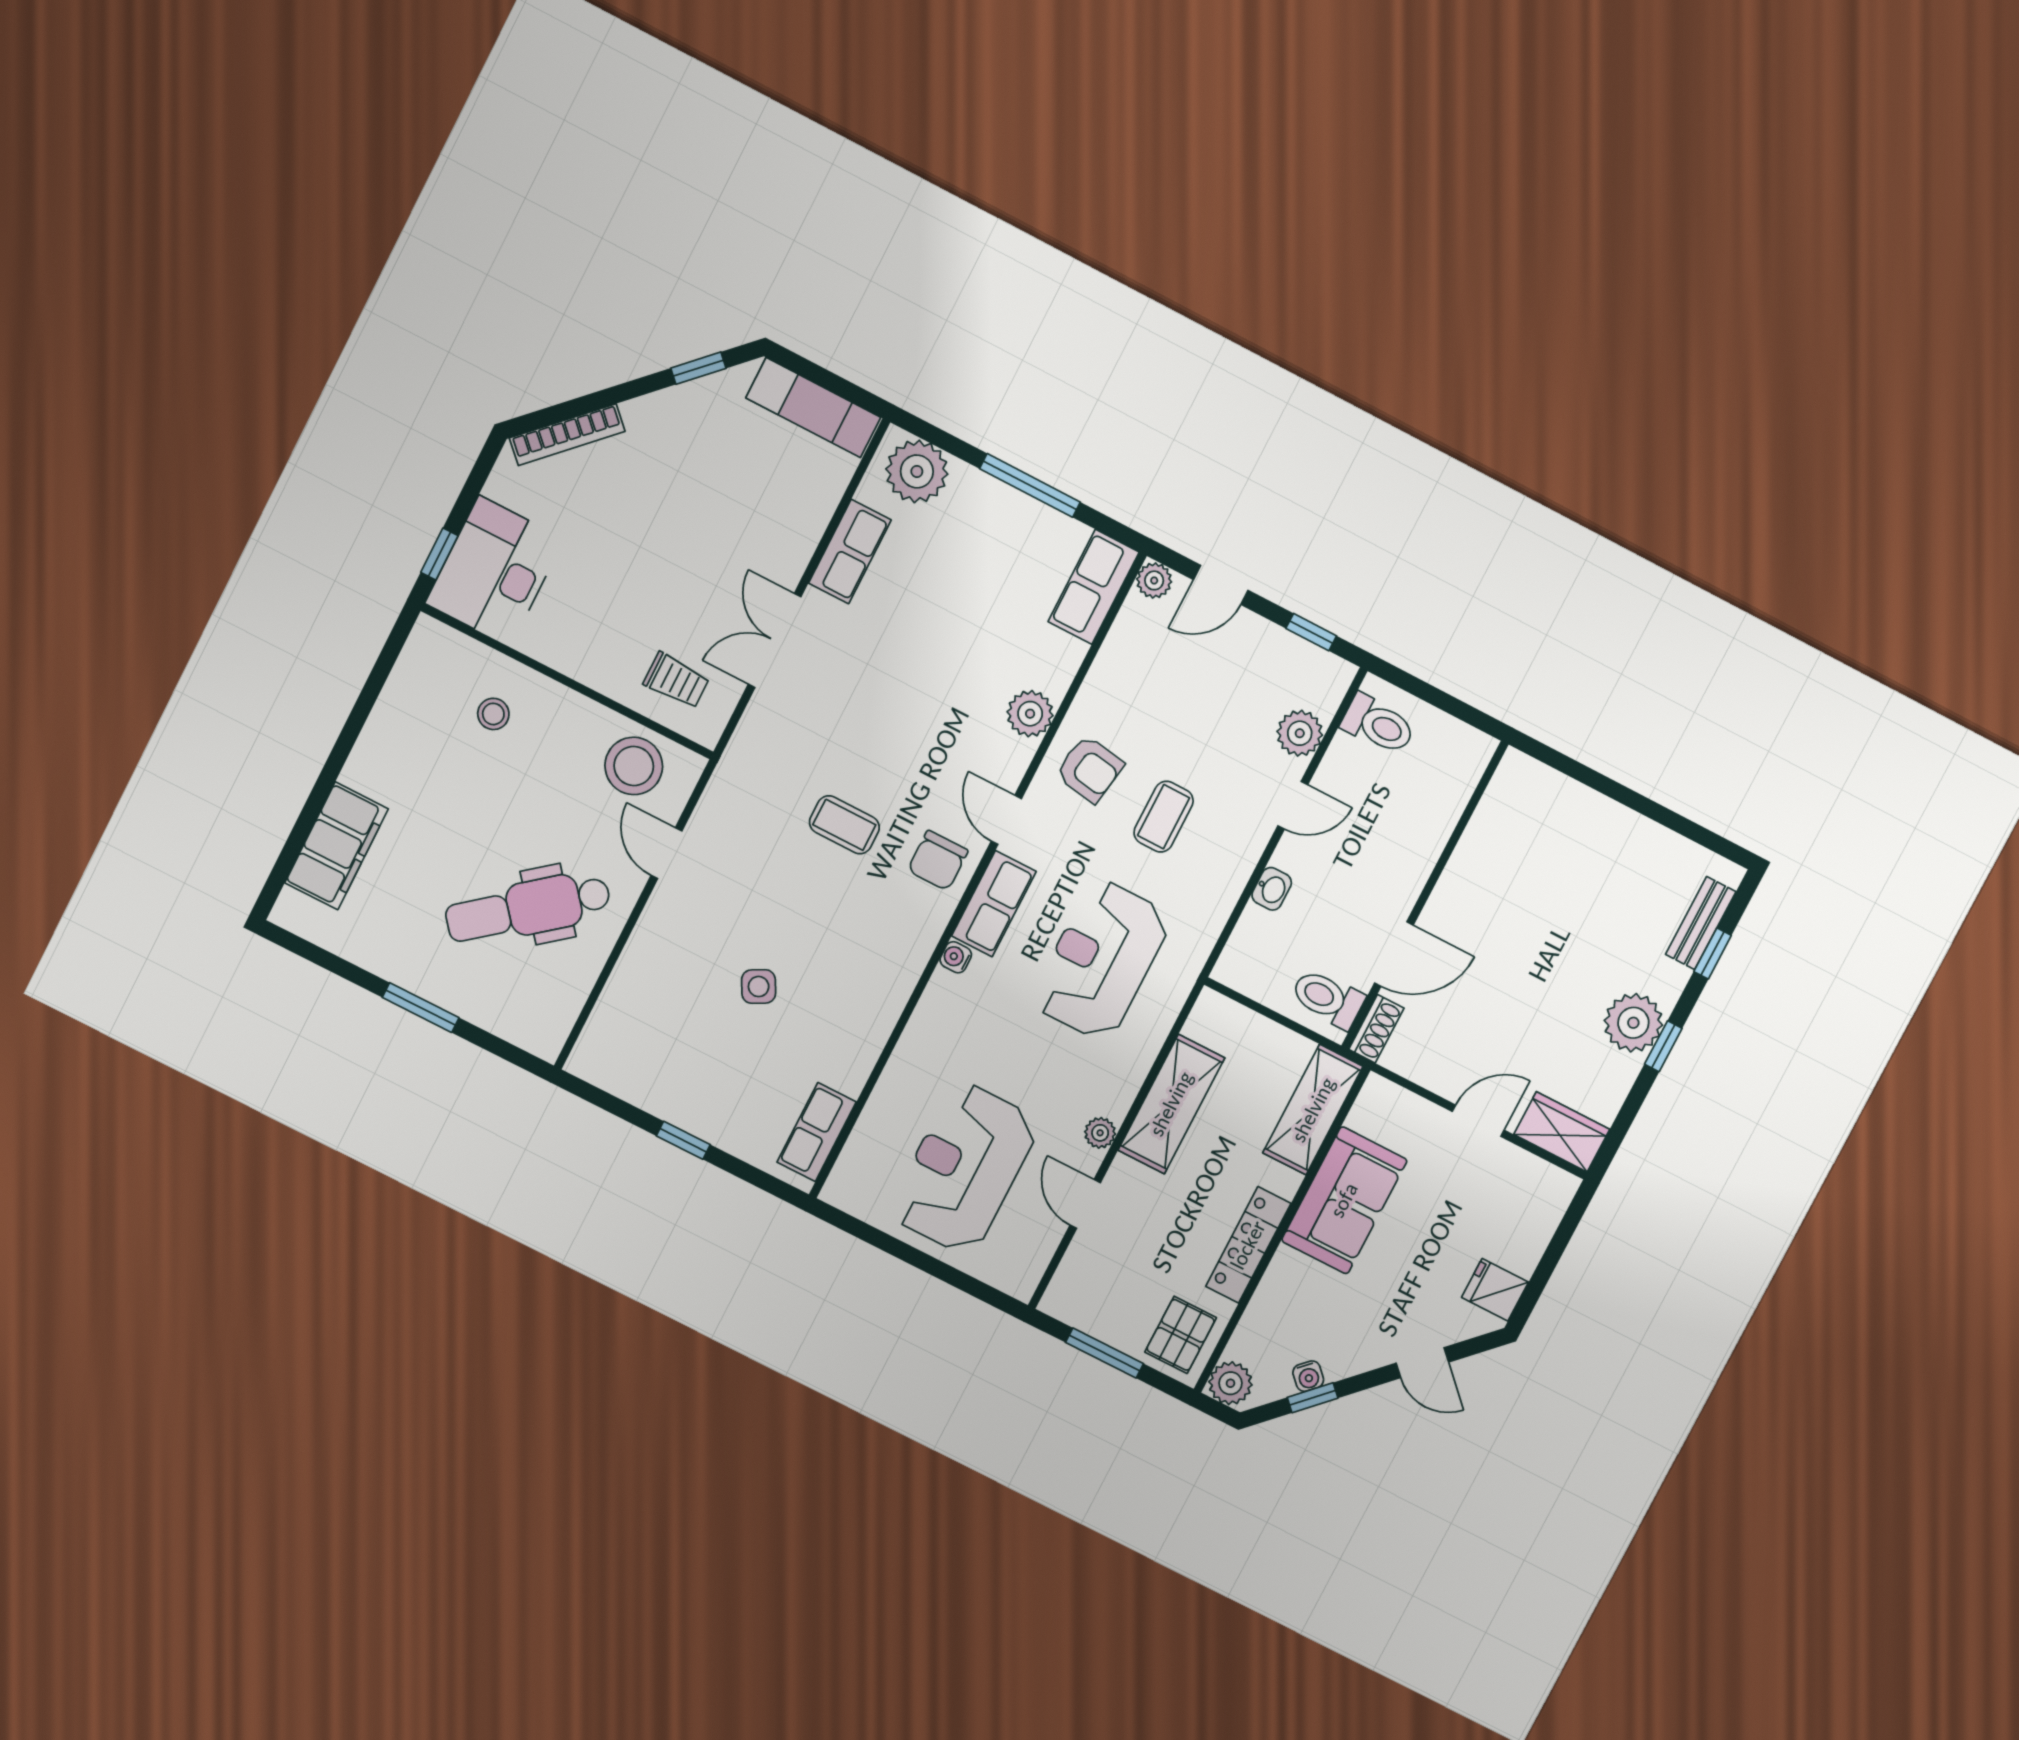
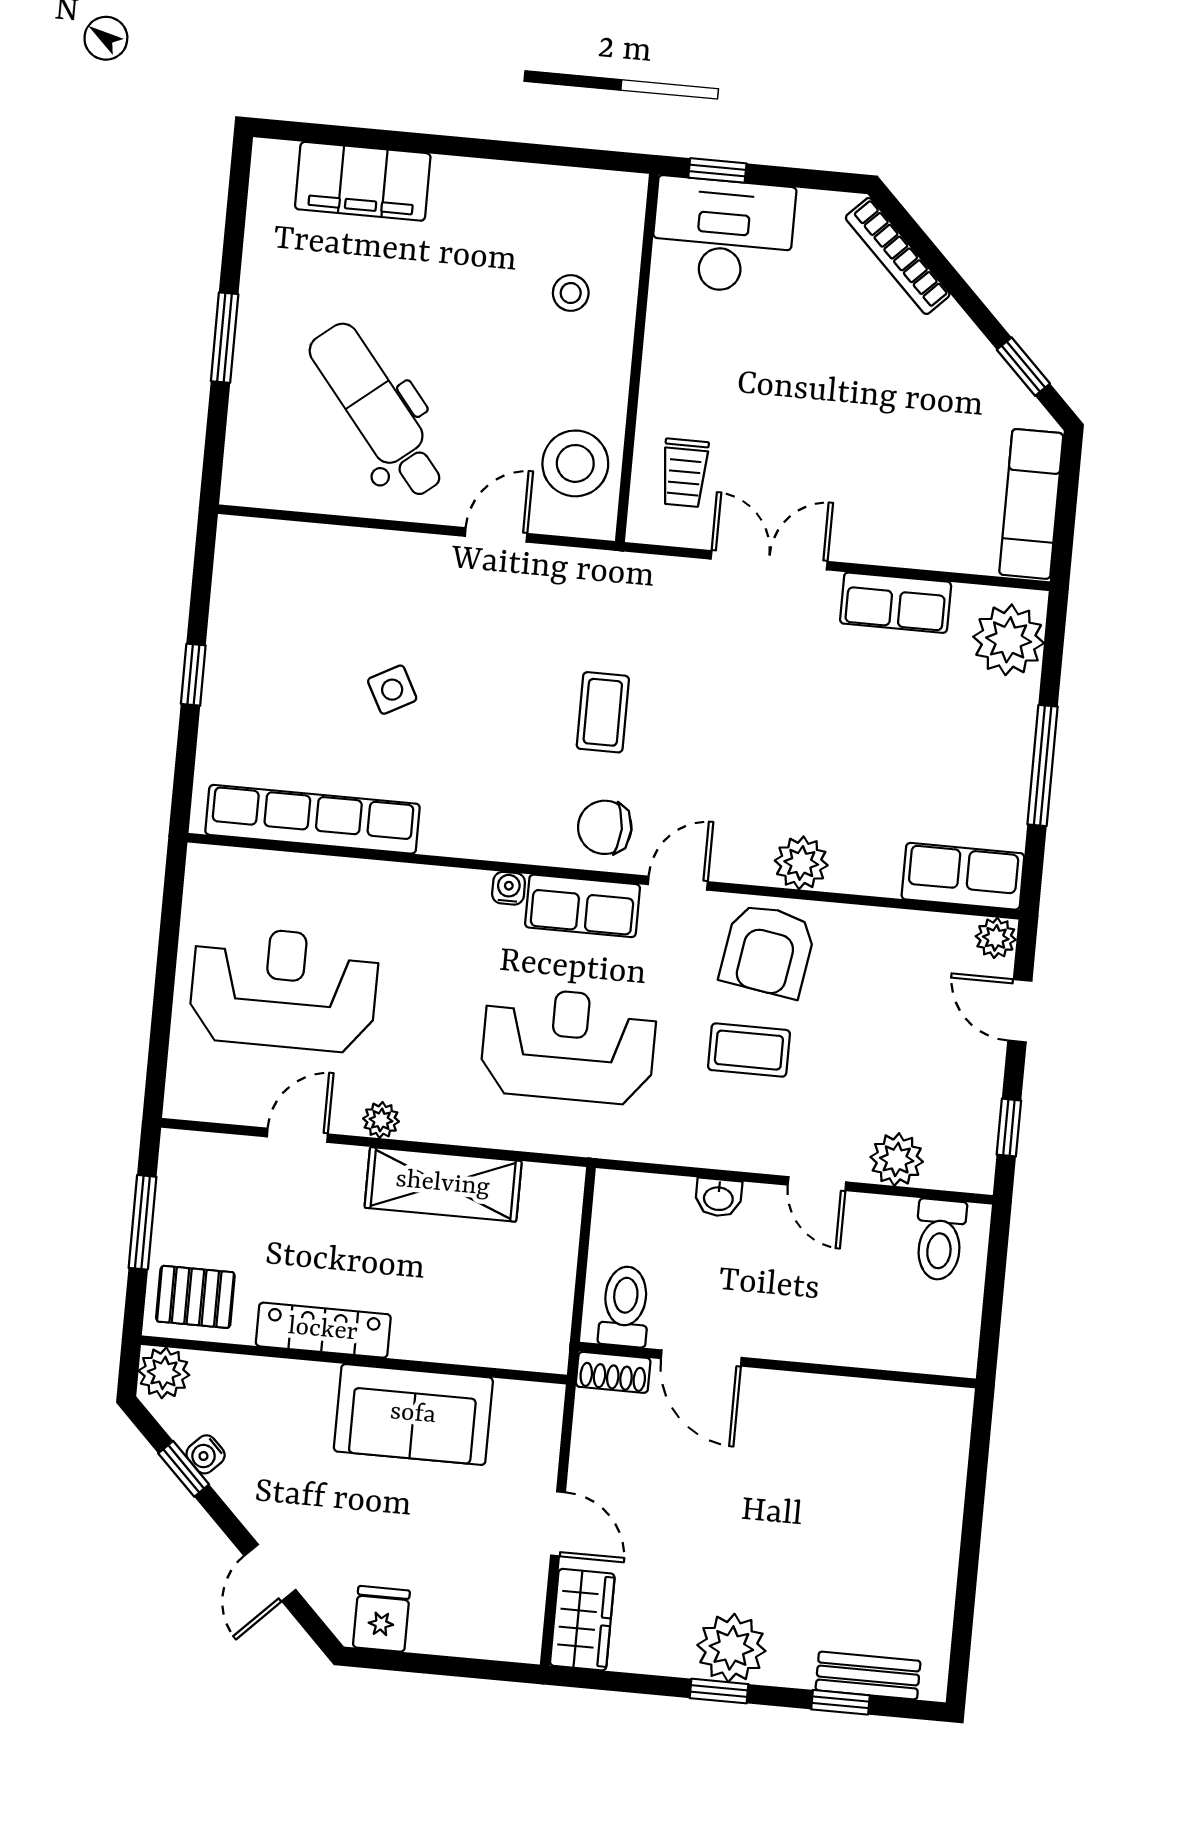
armchair: (1090, 769) -> (768, 950), width x1.38, depth x1.38
shelving: (1313, 1110) -> (498, 1340), removed
row of seats: (817, 1132) -> (313, 819), width x2.02

